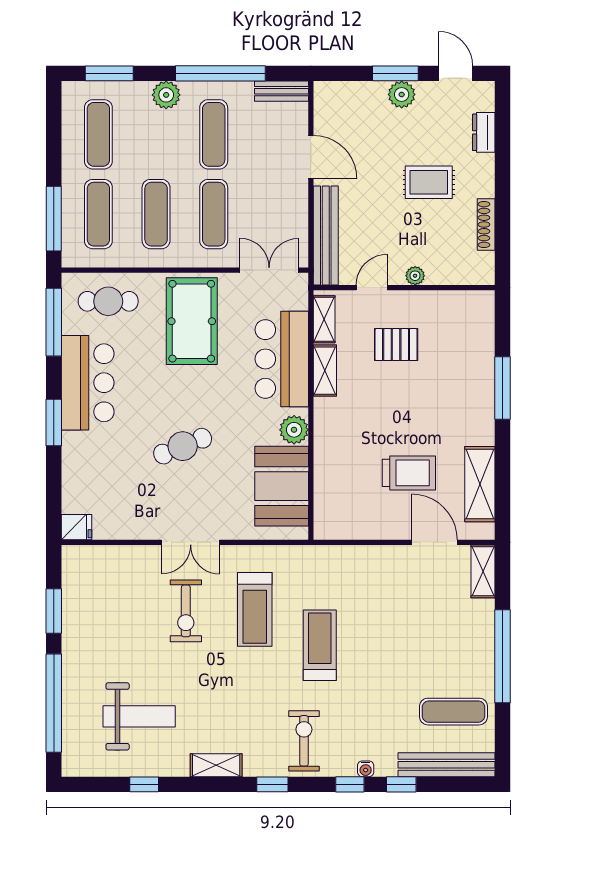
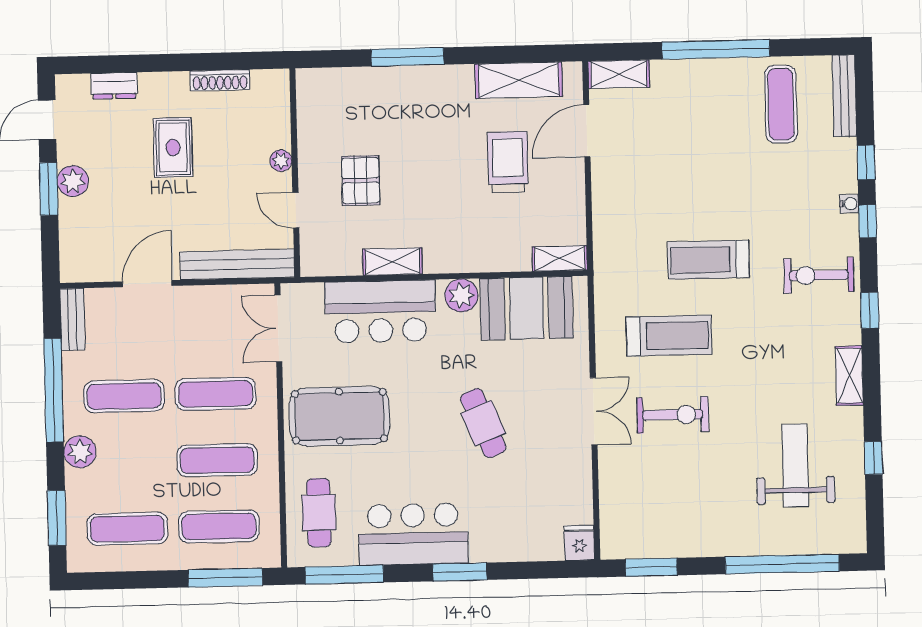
shelving: (324, 319) -> (560, 258), moved
window: (54, 611) -> (651, 567), moved
bench: (447, 765) -> (844, 96), width x0.73, depth x0.82

